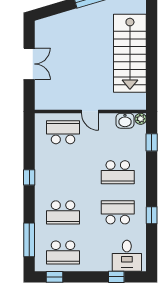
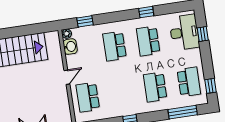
school desk: (118, 172) -> (114, 46), turned 180
school desk: (63, 212) -> (155, 87), turned 180
desk: (127, 256) -> (184, 32), width x1.37

